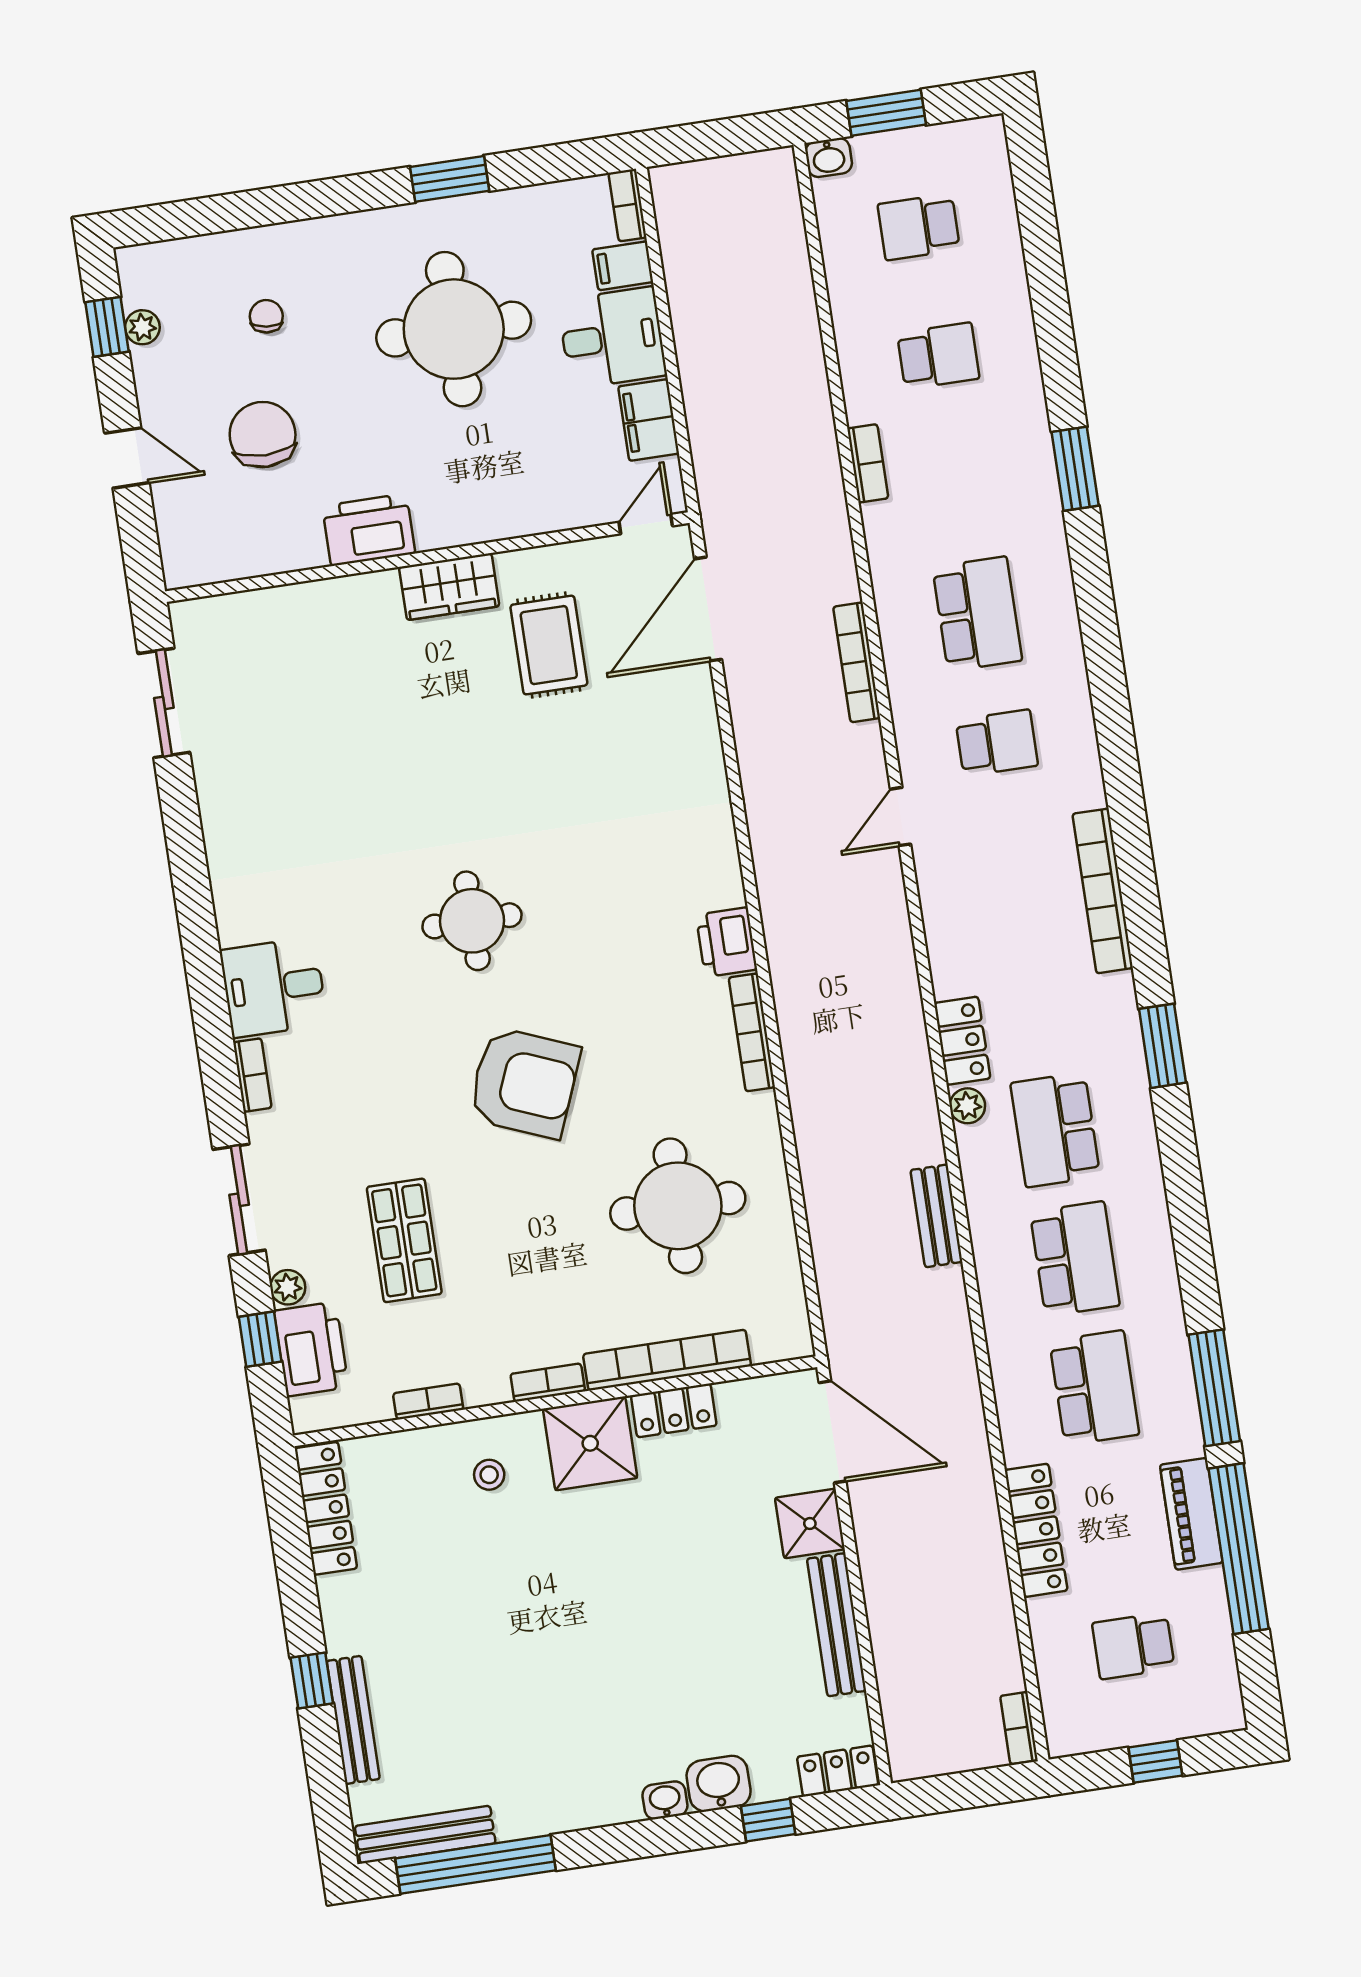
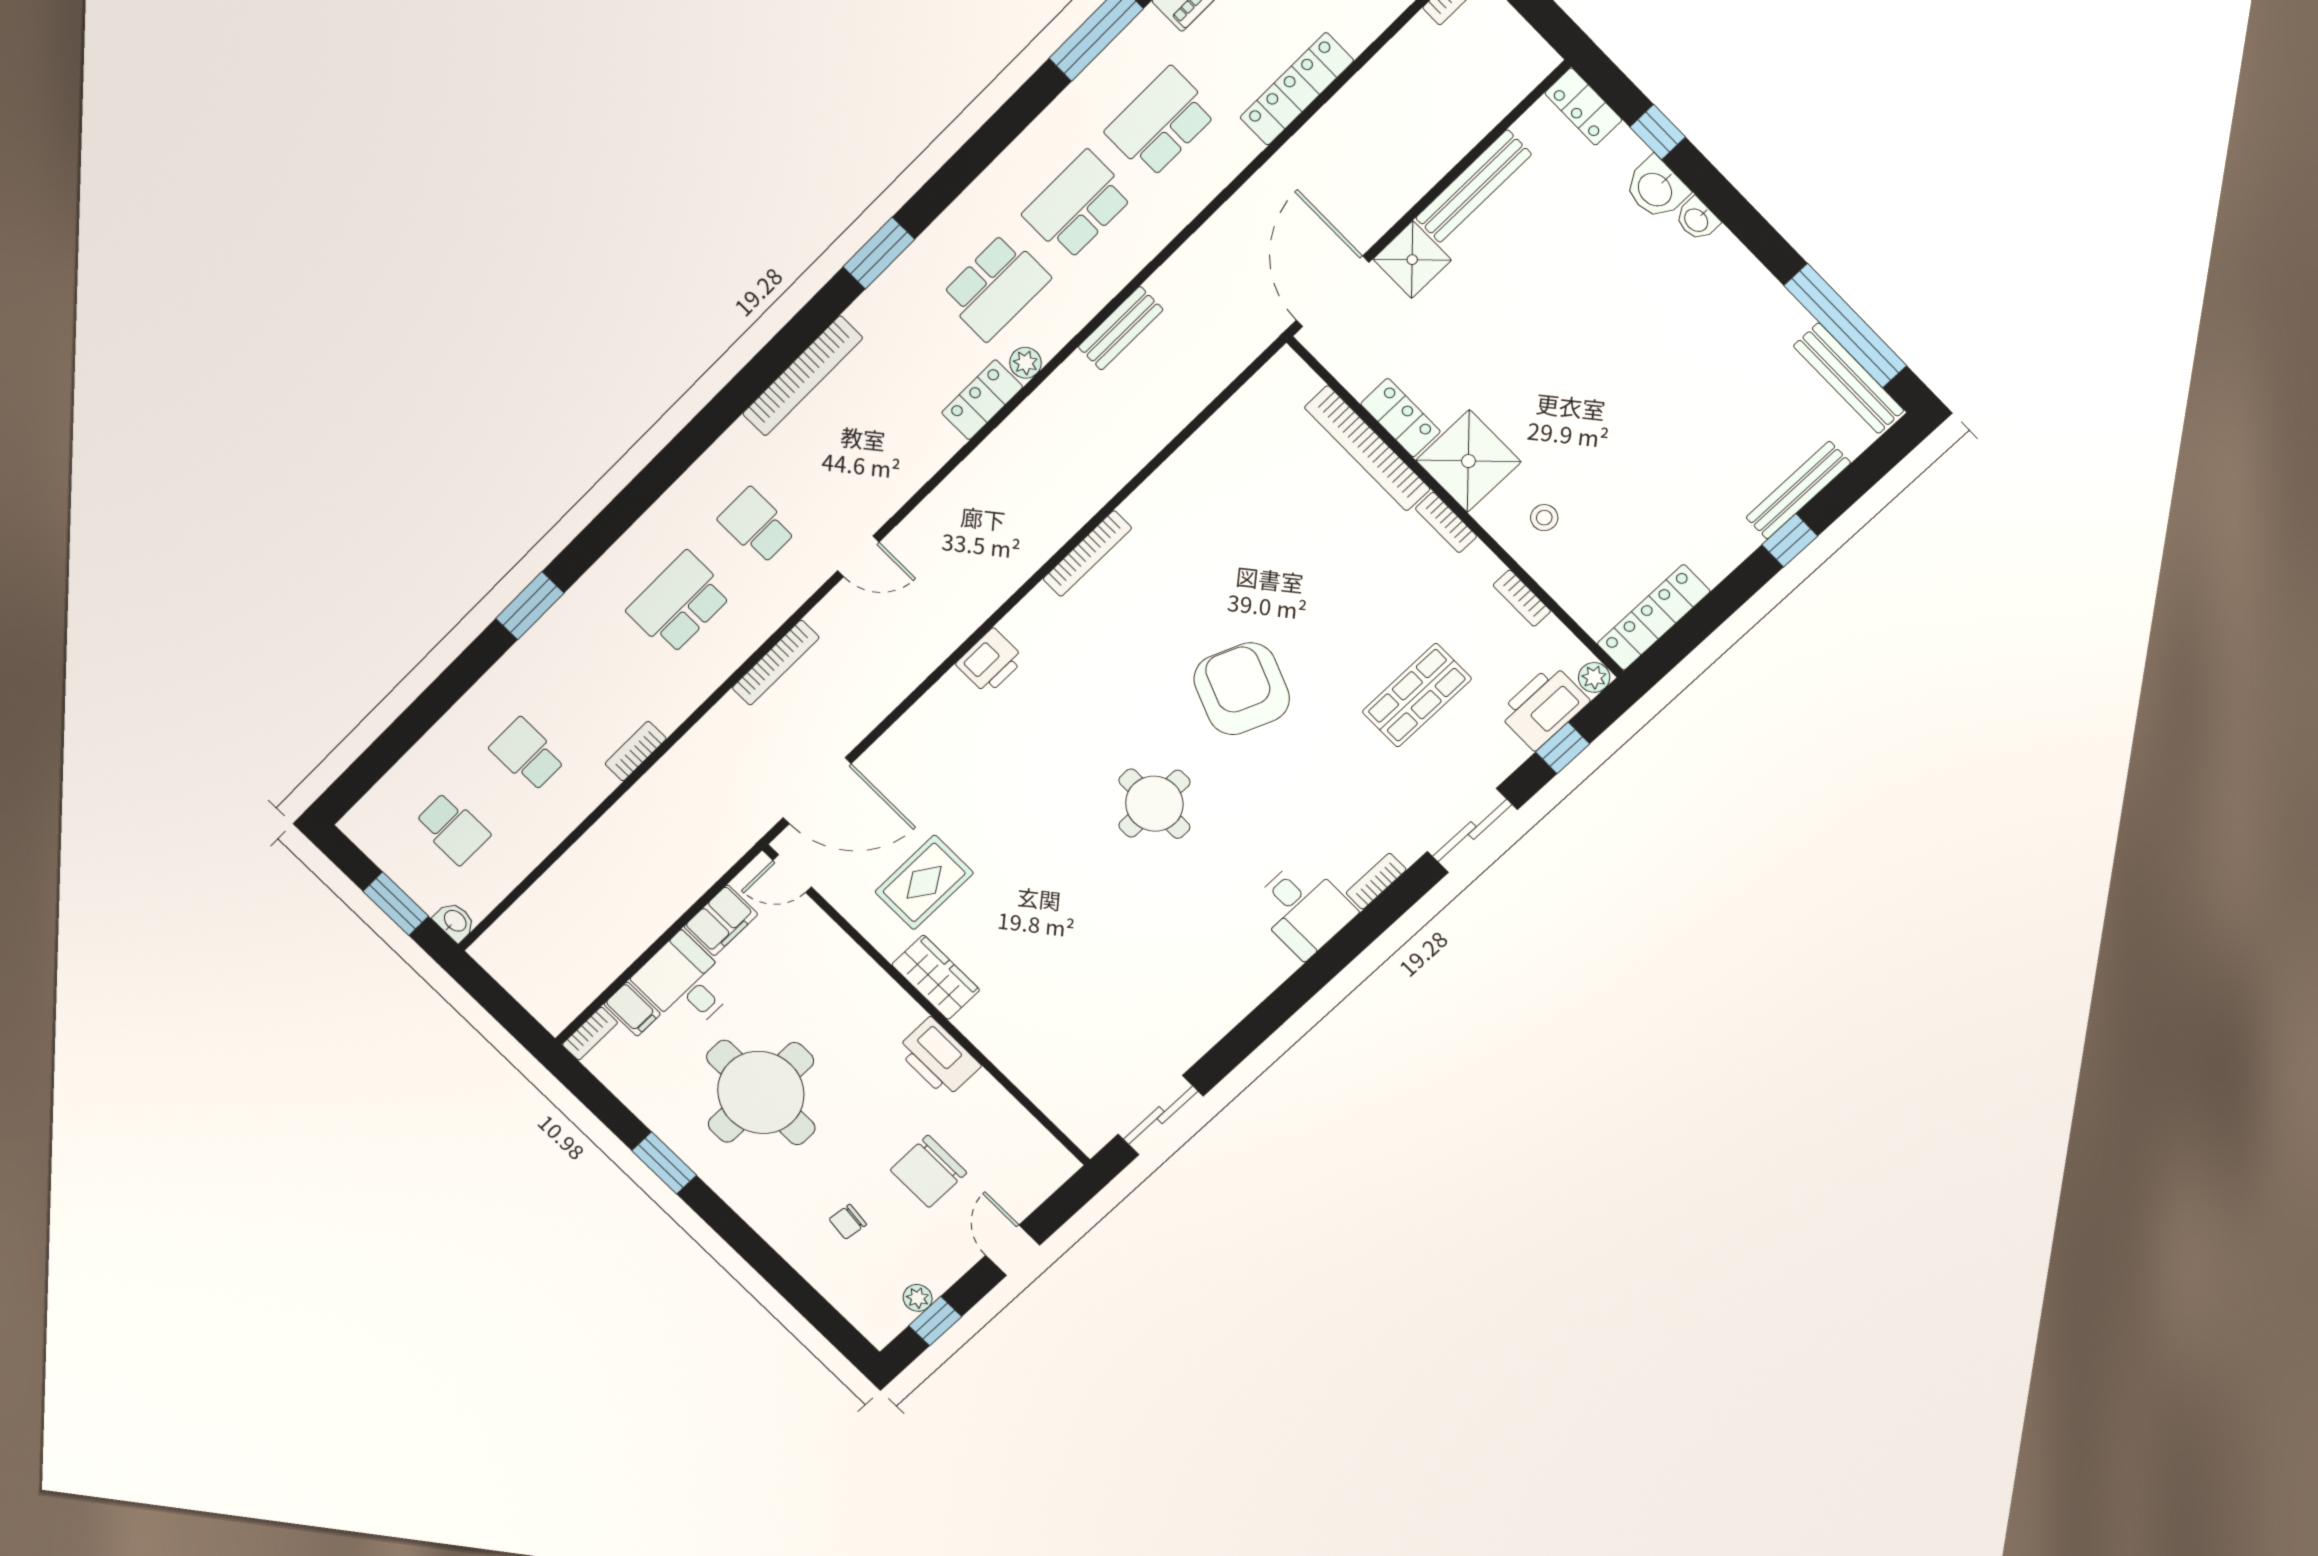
printer: (727, 942) -> (990, 661), moved
round table: (678, 1206) -> (1250, 519), removed
plant: (288, 1287) -> (1594, 677), moved

